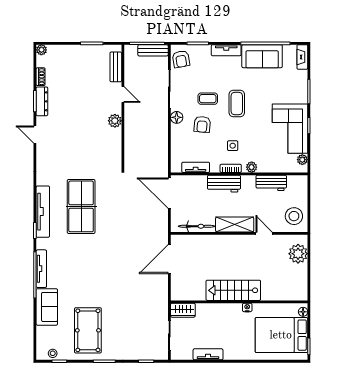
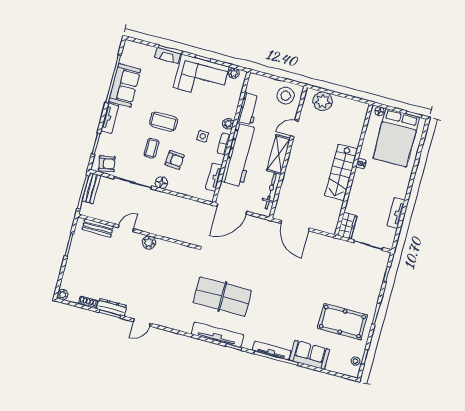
fireplace: (302, 57) -> (168, 56), moved
workbench: (224, 184) -> (239, 155), width x1.87, depth x1.32

